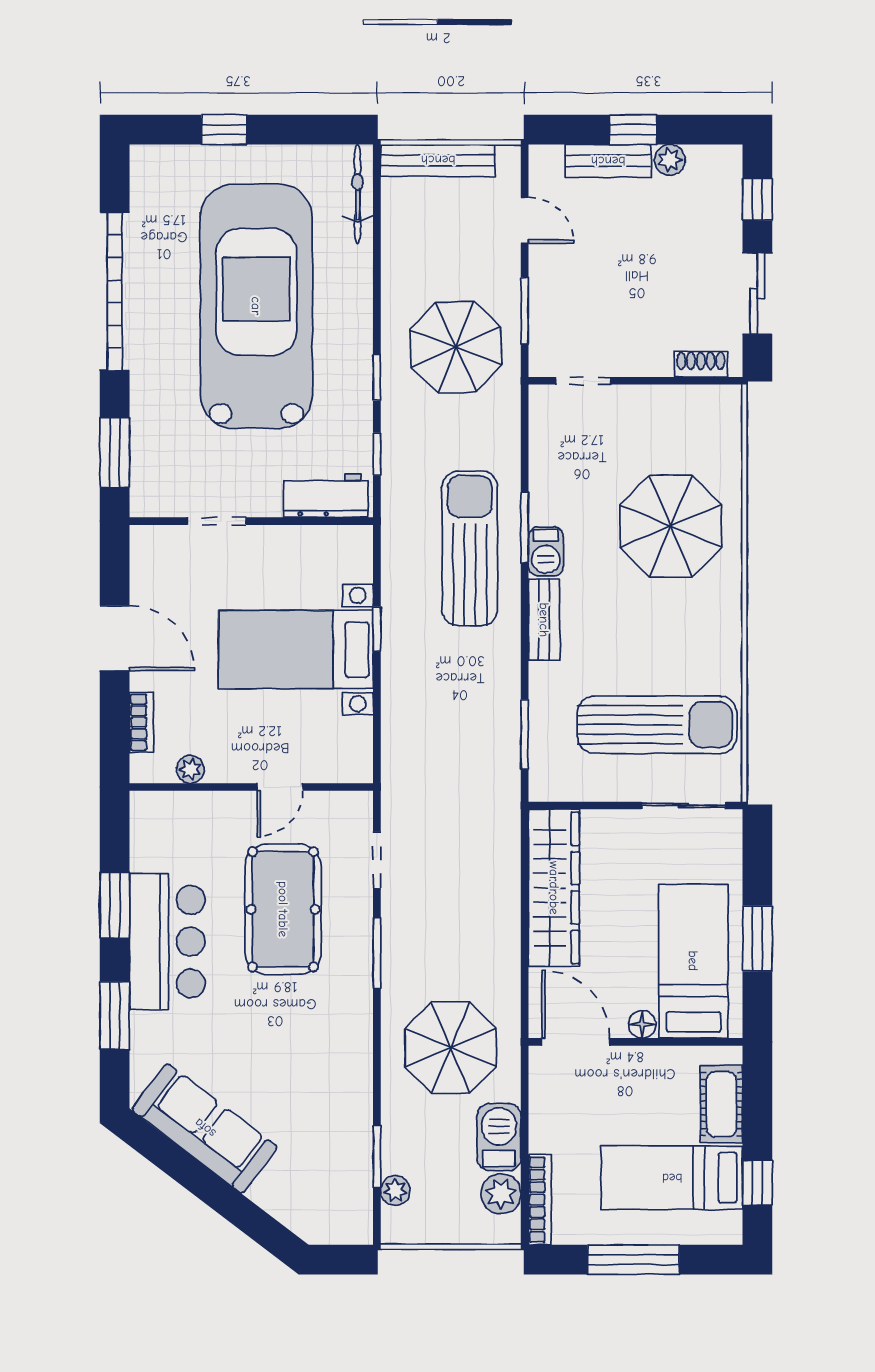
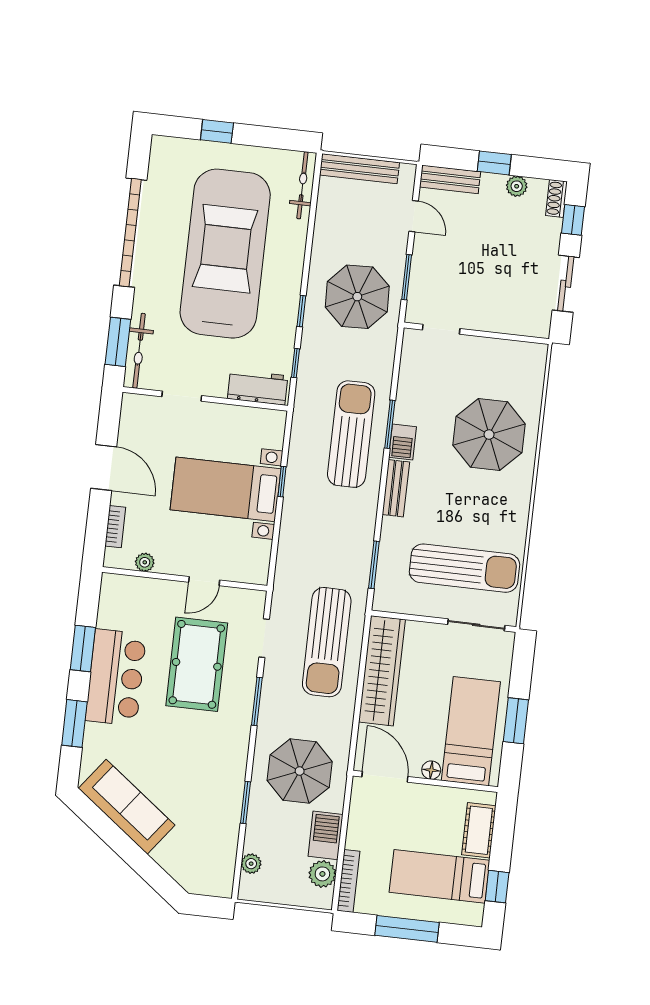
bench: (608, 161) -> (450, 179), moved
shoe rack: (701, 364) -> (556, 198), moved, turned -90
bicycle: (147, 462) -> (139, 351), added
sun lounger: (469, 855) -> (327, 642), added
window: (377, 1156) -> (245, 802), moved

